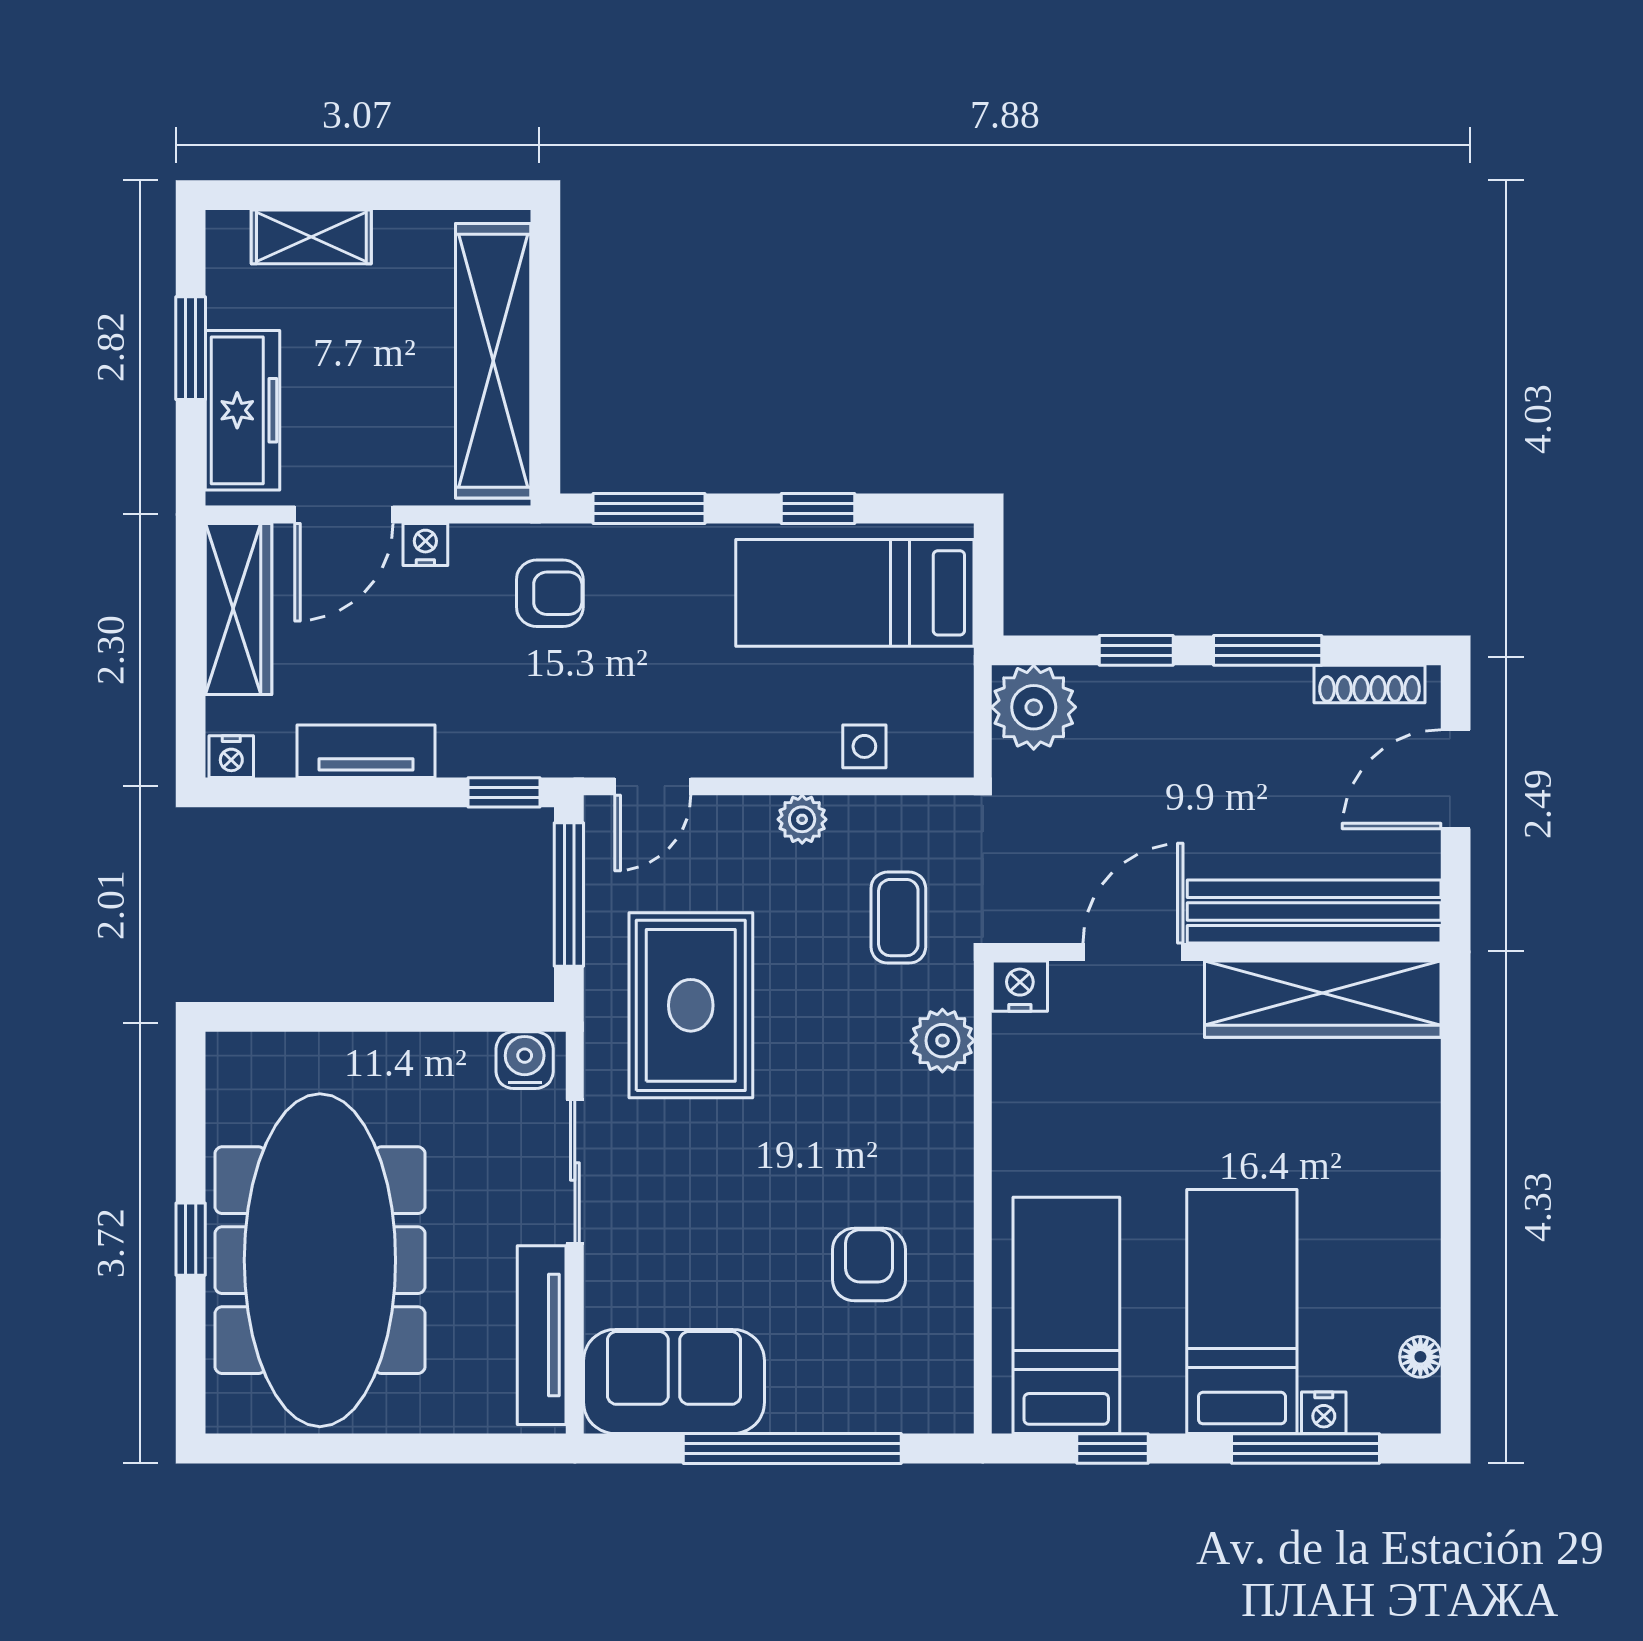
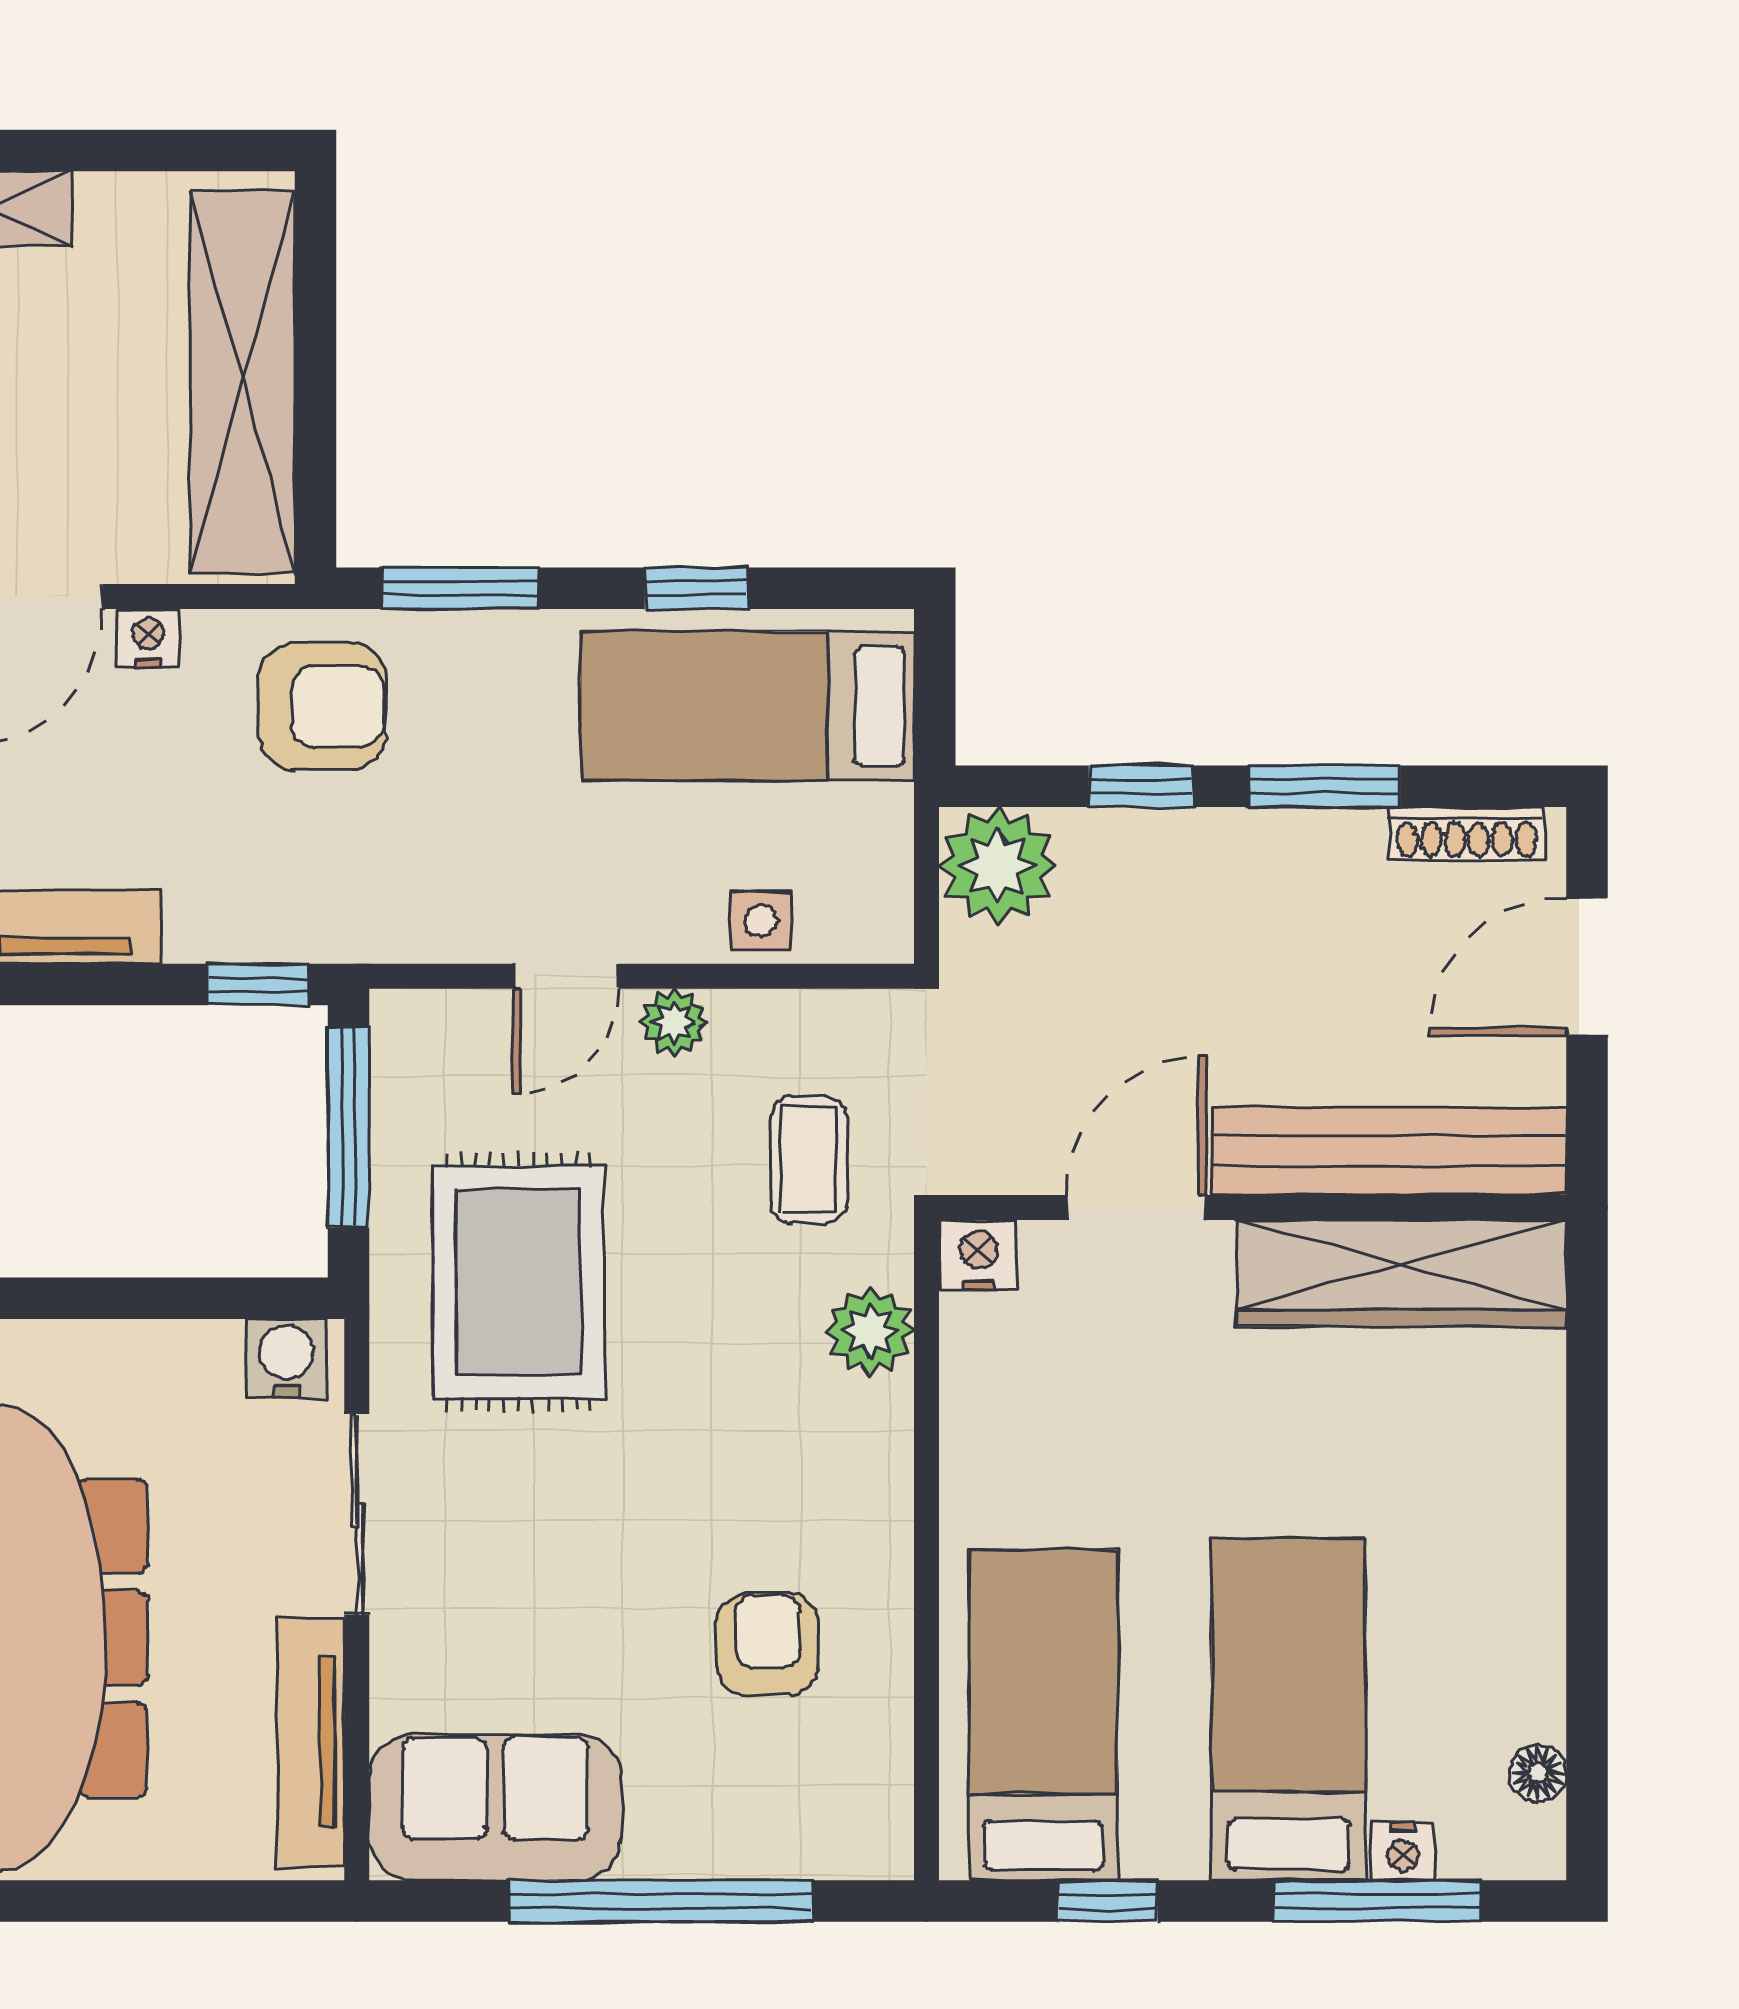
armchair: (550, 593) -> (322, 707), width x1.38, depth x1.38
door: (653, 786) -> (566, 976), moved

